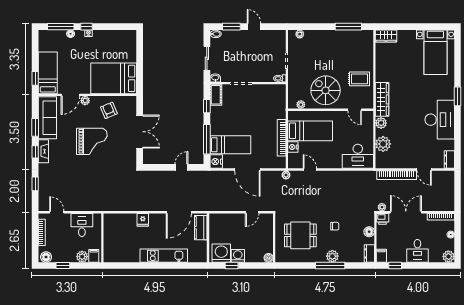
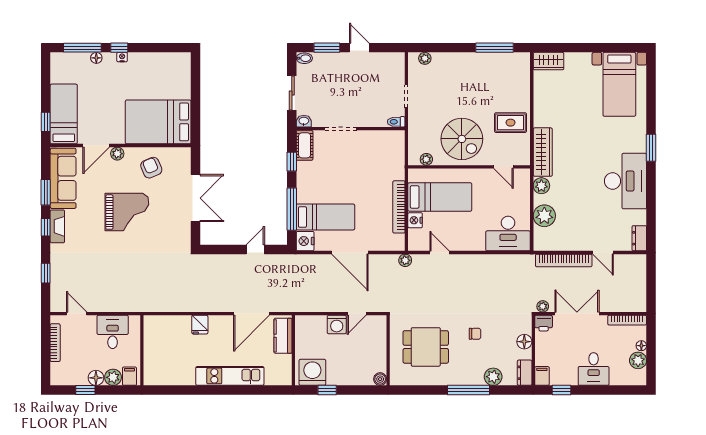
spiral stairs: (326, 90) -> (462, 139), turned 180
washing machine: (238, 256) -> (337, 325), moved, turned 180
plant: (332, 256) -> (493, 377), moved
plant: (448, 256) -> (638, 360), moved
floor lamp: (46, 257) -> (96, 378), moved

